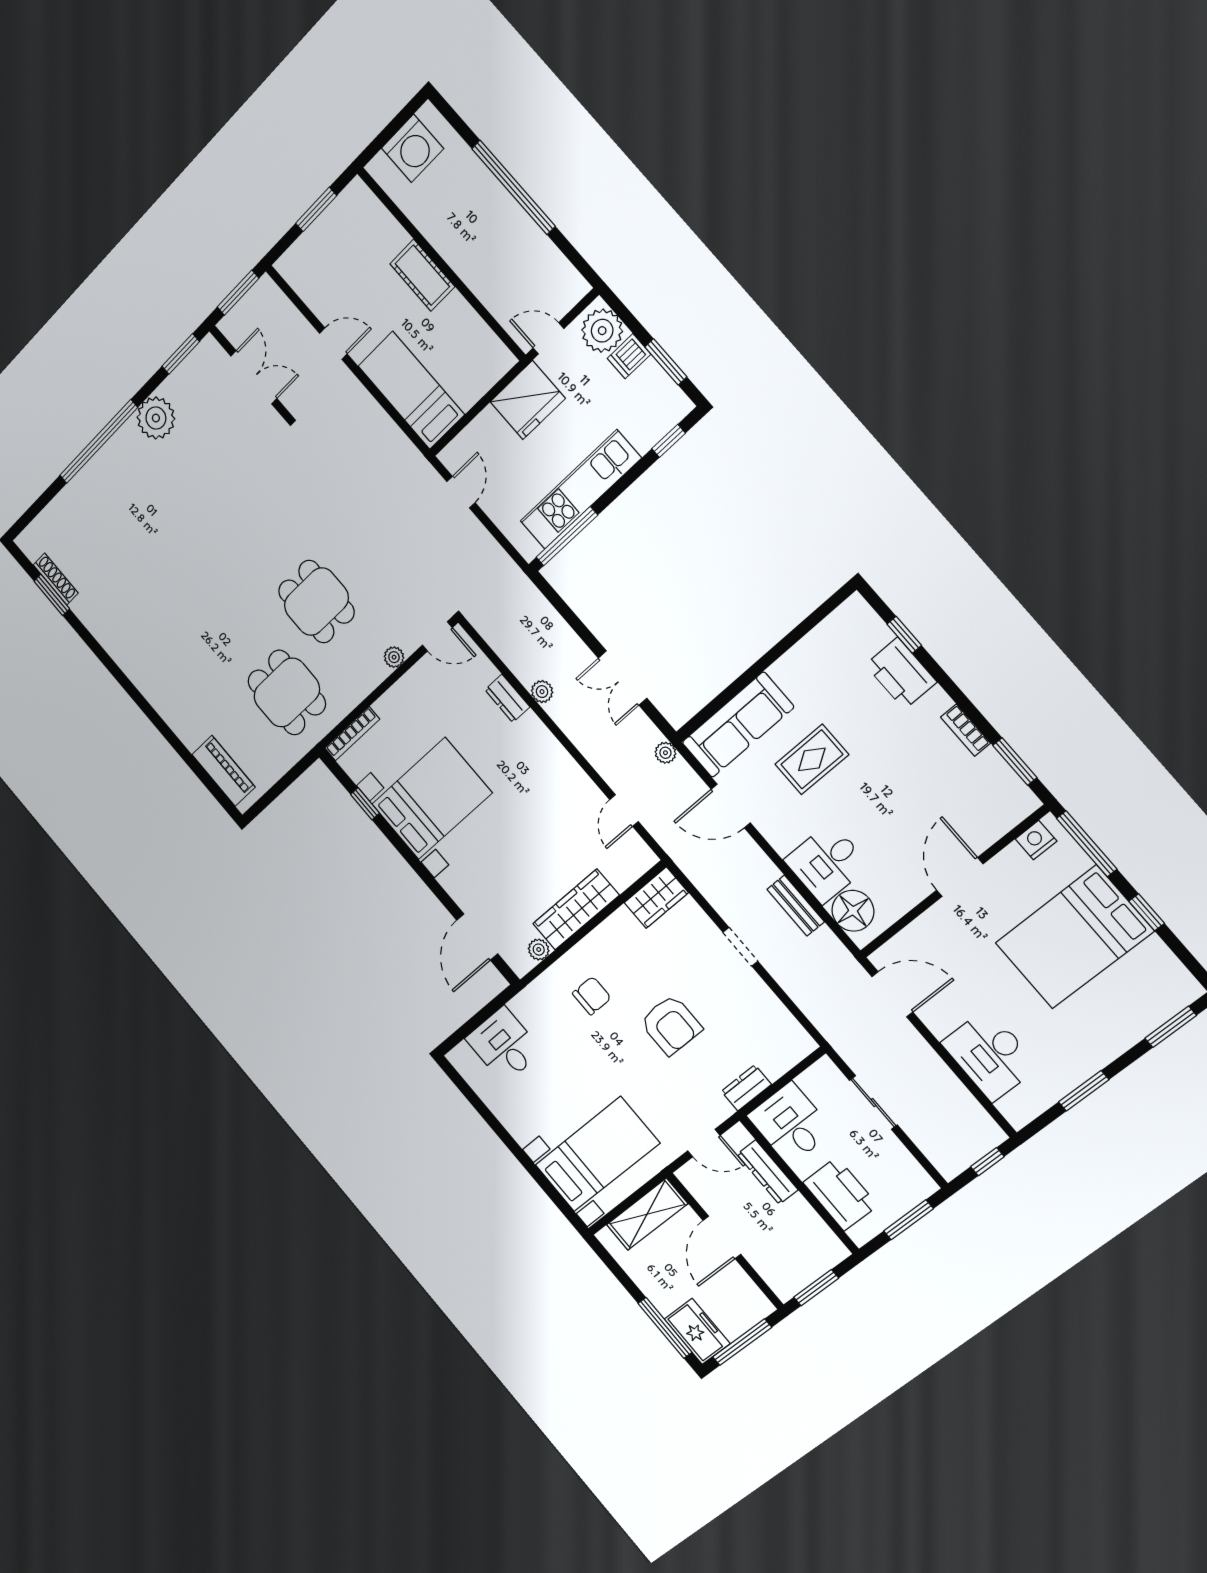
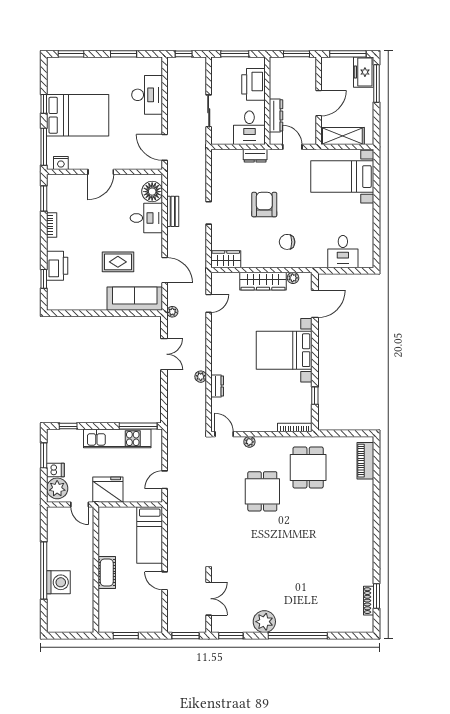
washing machine: (413, 148) -> (58, 582), moved, turned 90
double door: (254, 377) -> (209, 599), swing flipped
bed with nightstands: (432, 799) -> (284, 350), moved

